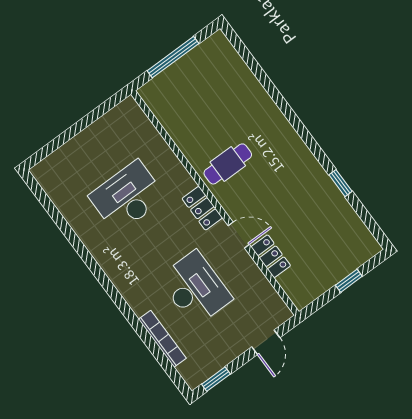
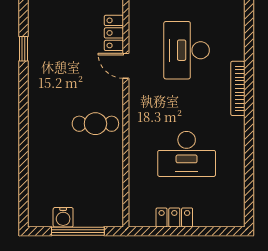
water cooler: (195, 60) -> (63, 217), added
locker: (202, 208) -> (174, 217), moved, turned -90
bookcase: (162, 339) -> (238, 88), moved

